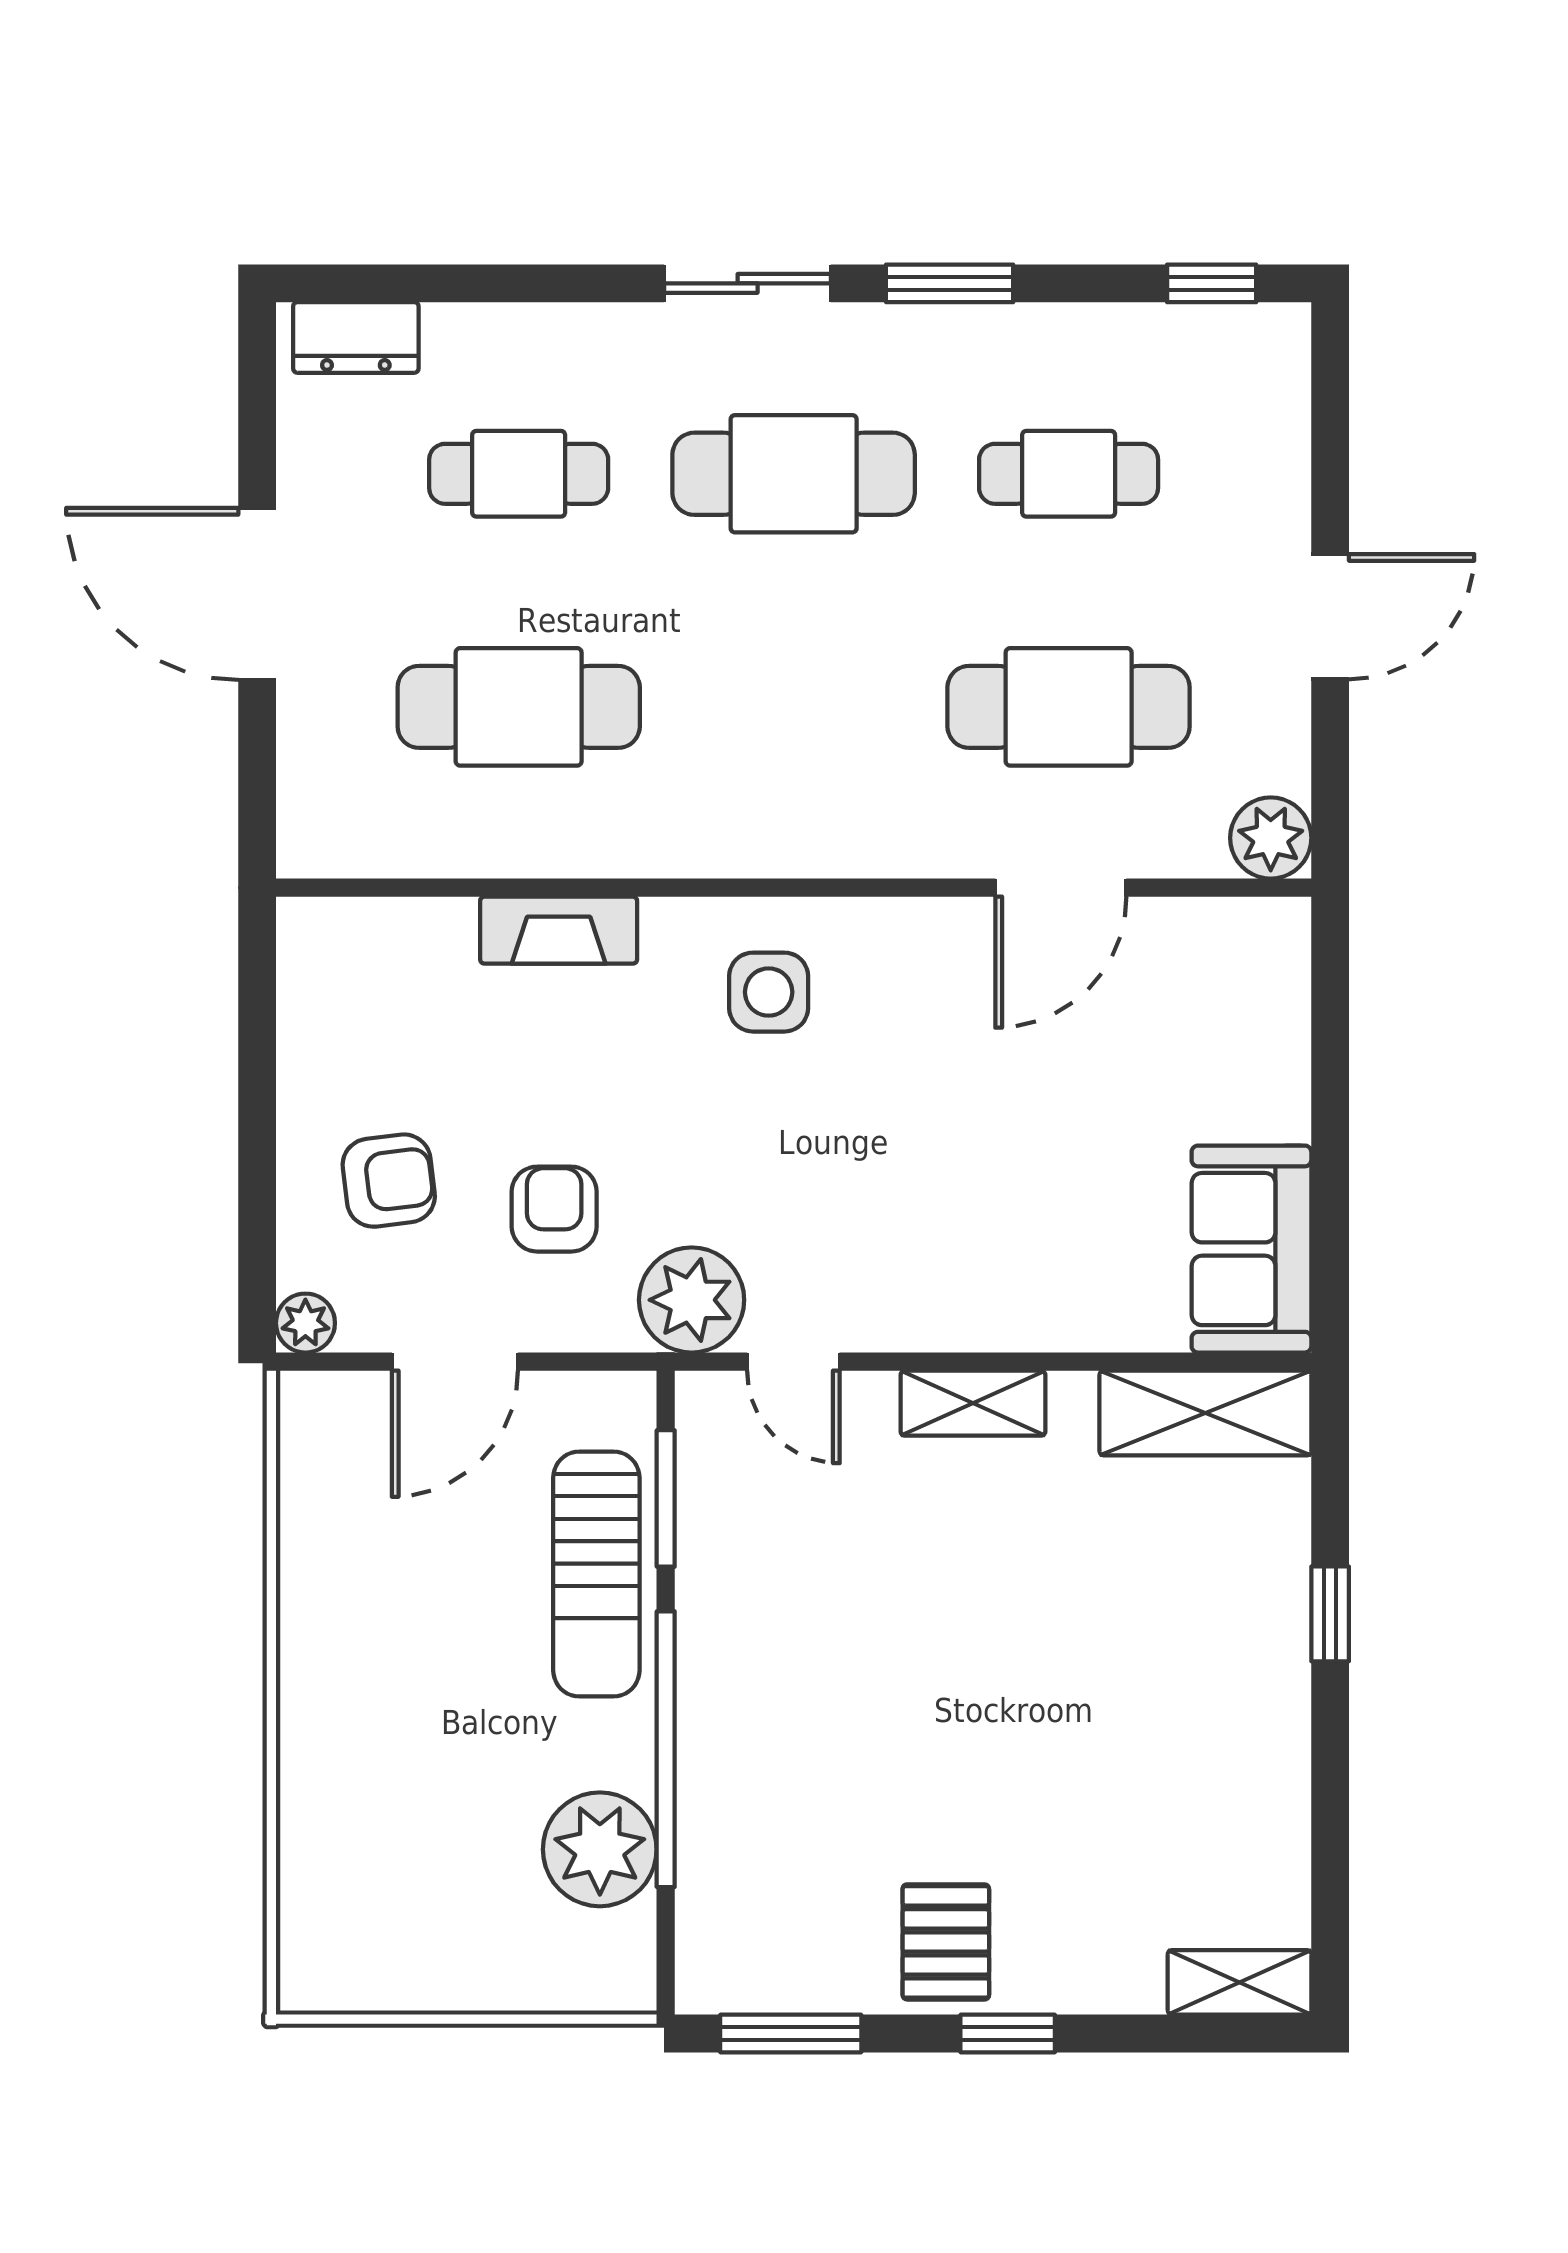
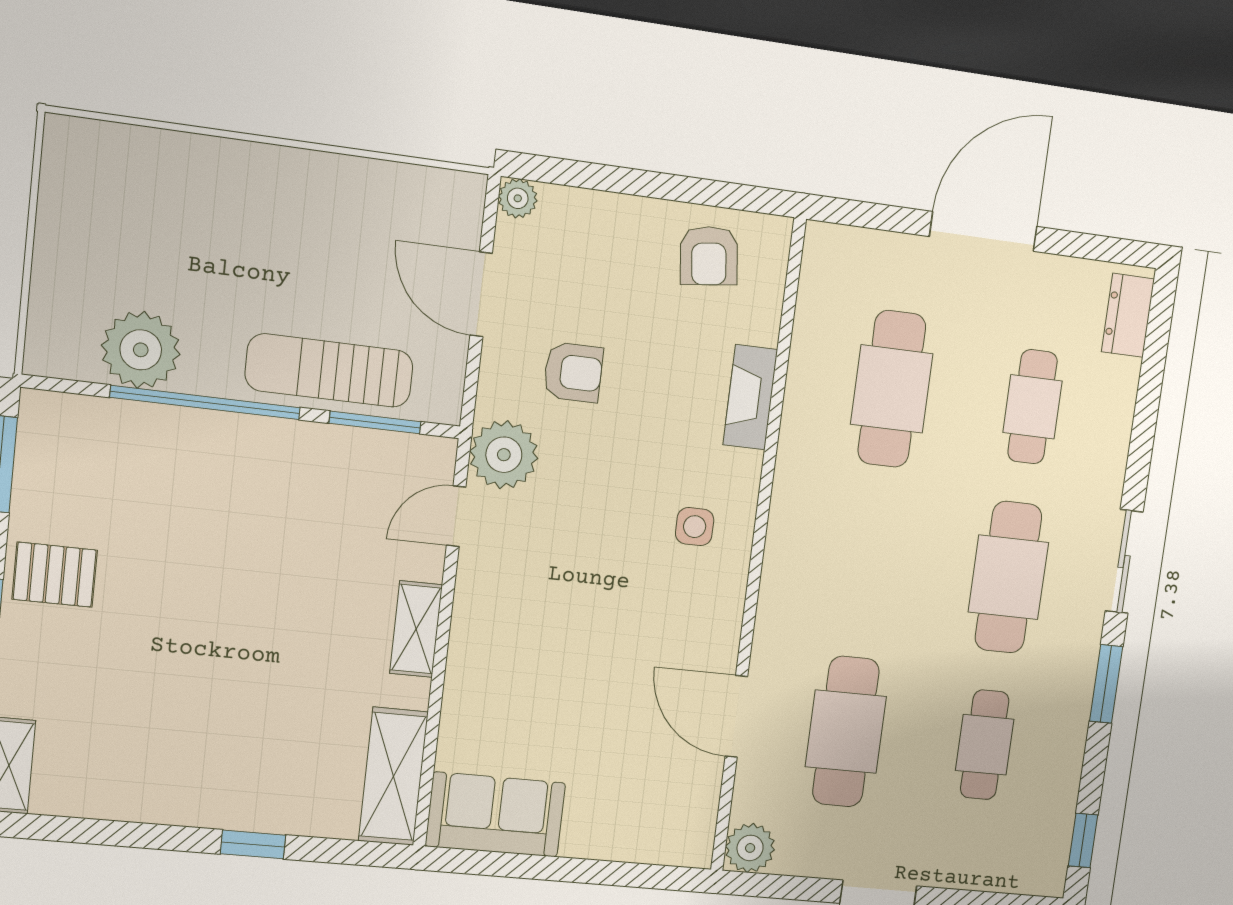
side table: (769, 992) -> (695, 527), width x0.73, depth x0.73
armchair: (389, 1181) -> (709, 256), moved

